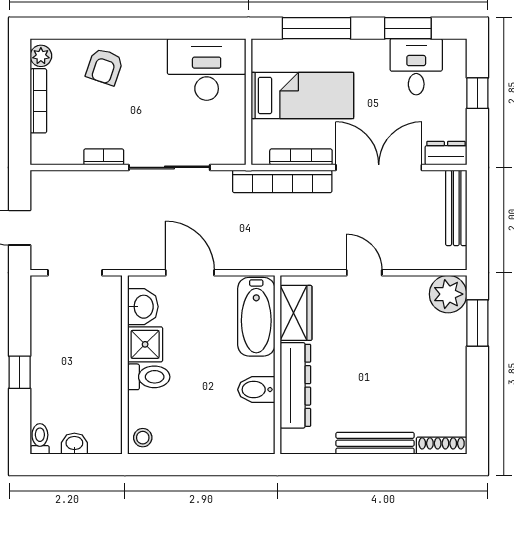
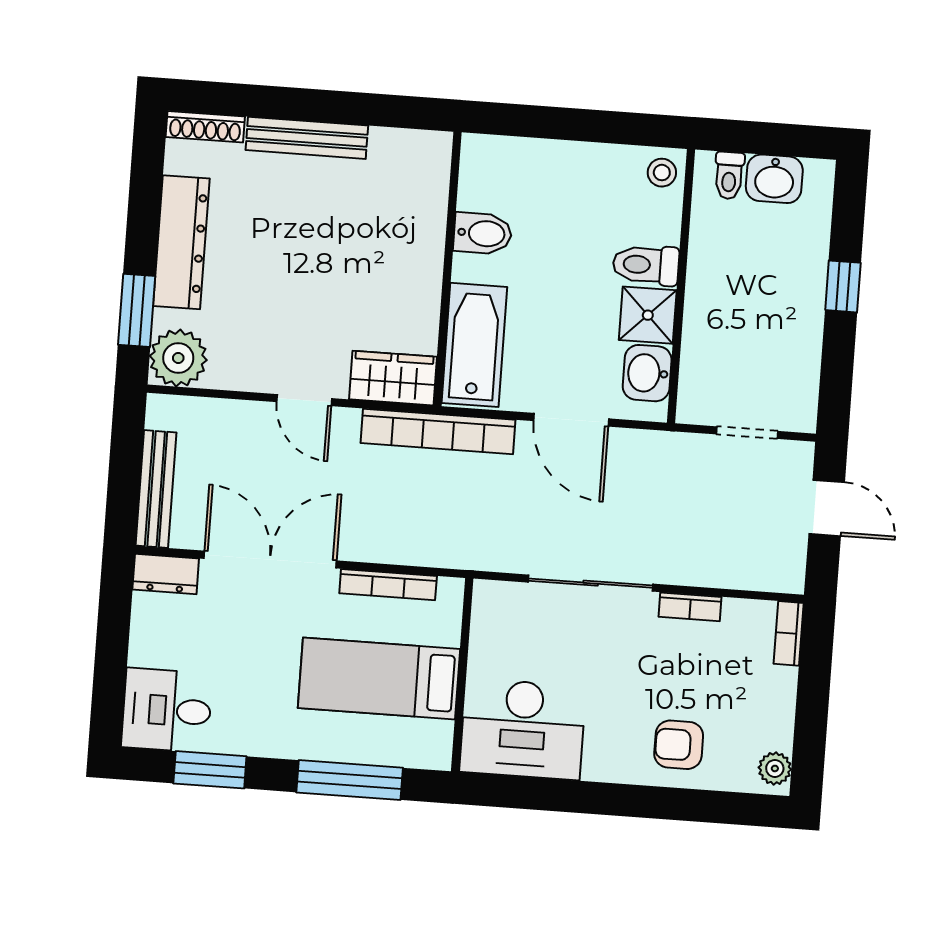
armchair: (105, 67) -> (679, 745), turned -109
desk: (416, 67) -> (167, 710), moved, turned 90
window: (477, 93) -> (111, 662), removed
bookcase: (38, 101) -> (789, 633), moved, width x0.64
double door: (379, 167) -> (270, 560), swing flipped
bookcase: (282, 181) -> (438, 431), moved, turned 180
doorway: (75, 273) -> (747, 433), width x0.73
wardrobe: (296, 313) -> (393, 378), moved, turned 90
dresser: (295, 385) -> (181, 242), moved, turned 180
toilet: (40, 439) -> (729, 175), moved
washbasin: (74, 444) -> (774, 179), width x1.38, depth x1.45

